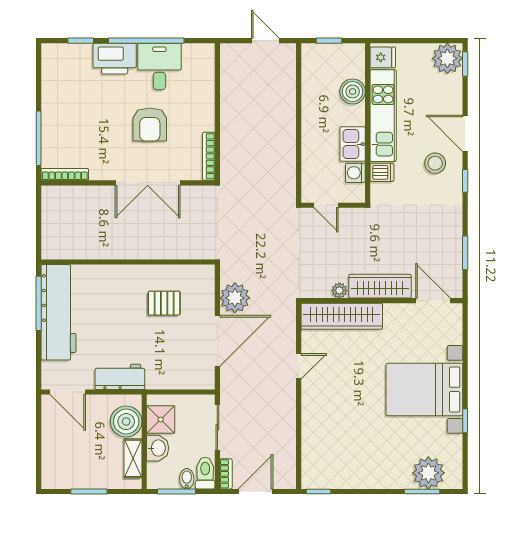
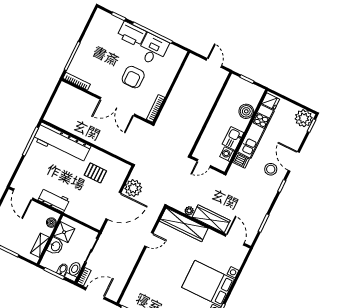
door: (326, 205) -> (204, 163), hinge flipped
workbench: (59, 312) -> (62, 143), moved, turned 90
boiler: (126, 422) -> (51, 223), width x0.54, depth x0.54

